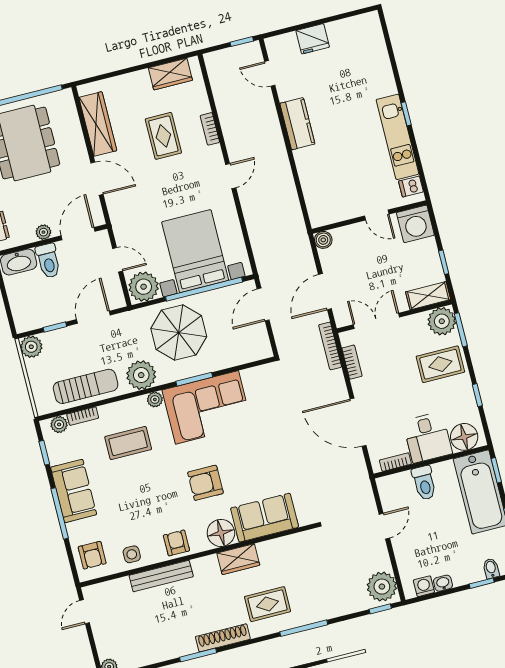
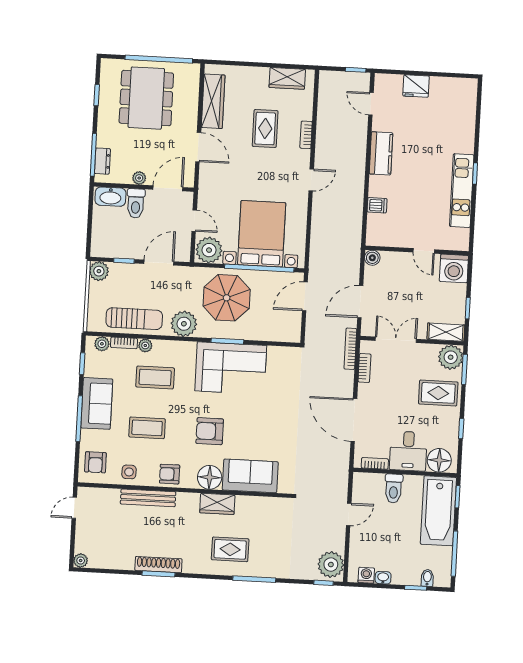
dishwasher: (411, 186) -> (377, 205), moved, turned 180
plant: (155, 399) -> (145, 345), moved
coffee table: (136, 500) -> (147, 428), added
armchair: (176, 543) -> (170, 474), turned -90
shoe rack: (223, 638) -> (158, 565), moved

